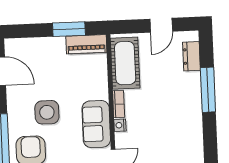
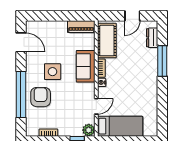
window: (69, 29) -> (70, 16), removed
sofa: (96, 124) -> (86, 66), moved

